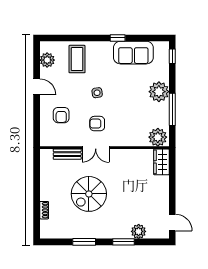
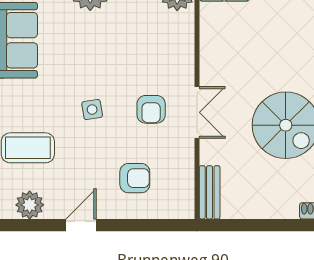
bench: (67, 154) -> (210, 192), moved

